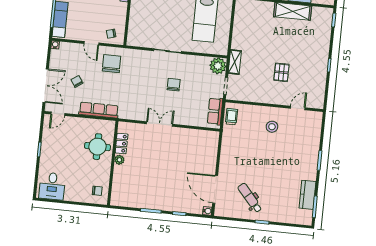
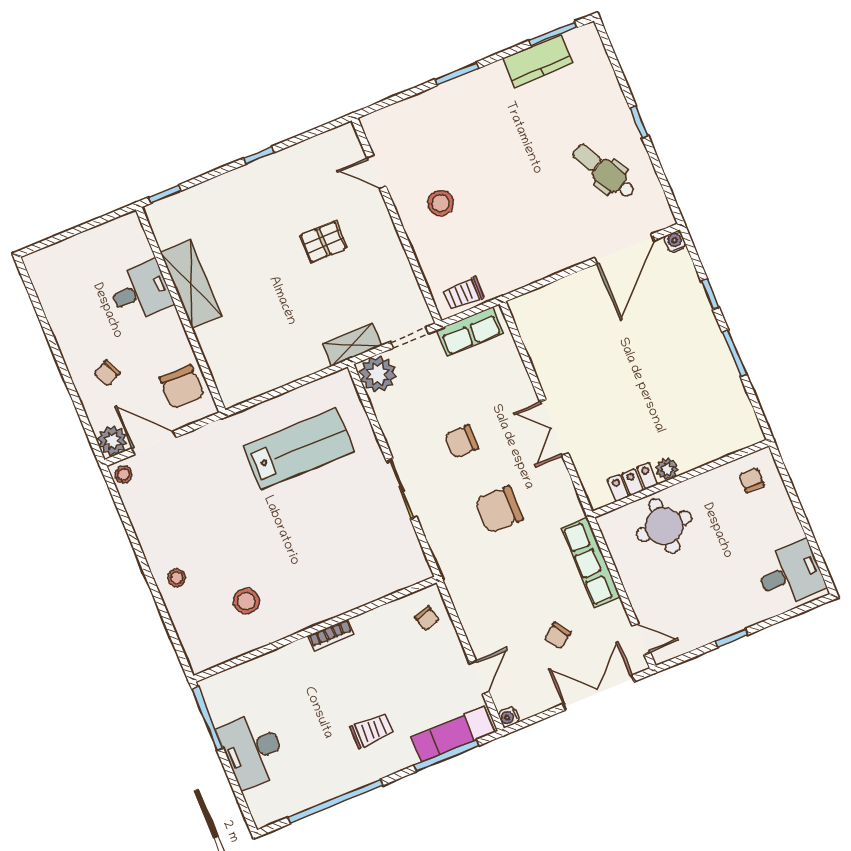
door: (91, 43) -> (479, 677), moved
chair: (111, 64) -> (499, 509), moved
dental chair: (250, 198) -> (604, 171), turned 102

